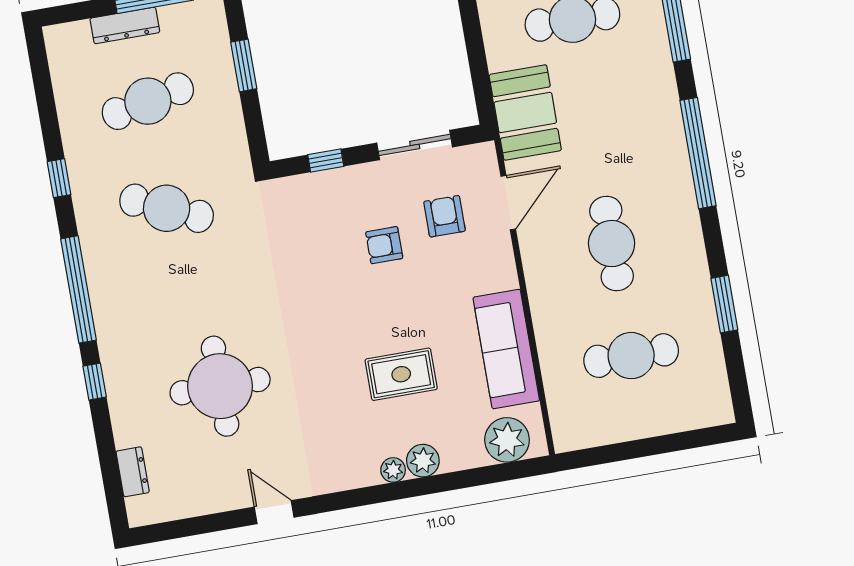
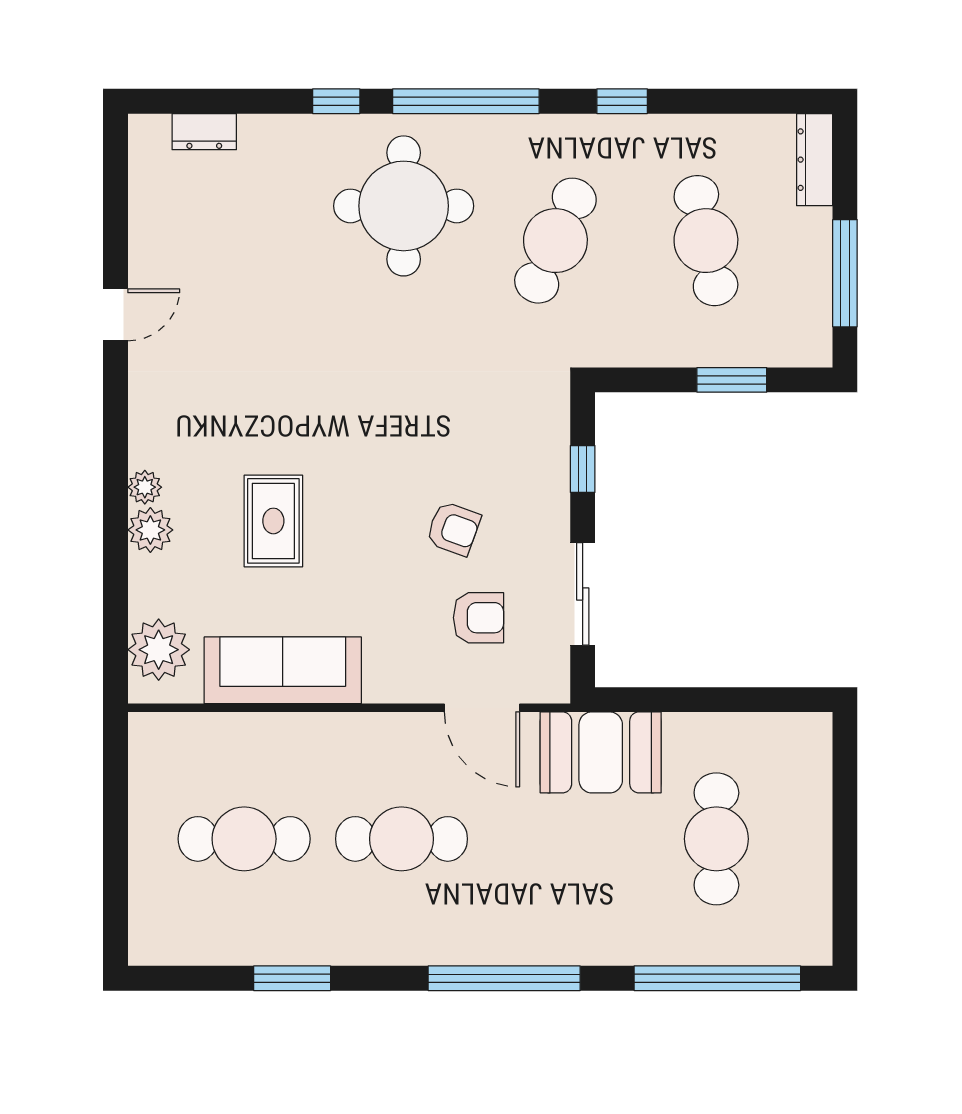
dresser: (125, 25) -> (815, 160), moved
armchair: (384, 245) -> (453, 529), turned 110
cafe table: (631, 356) -> (244, 839), turned 90
round table: (220, 386) -> (404, 206), moved

